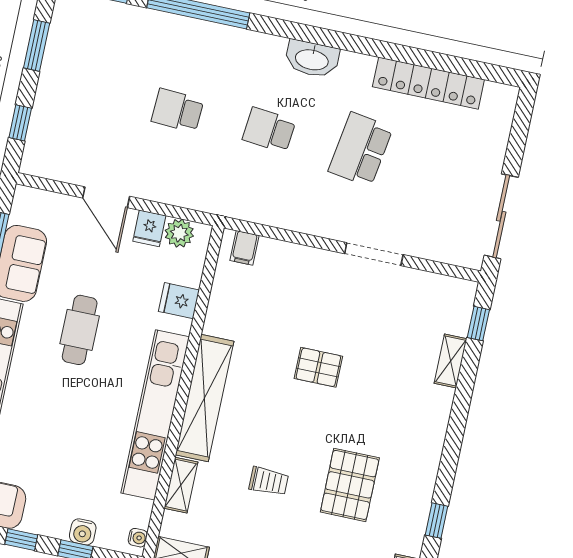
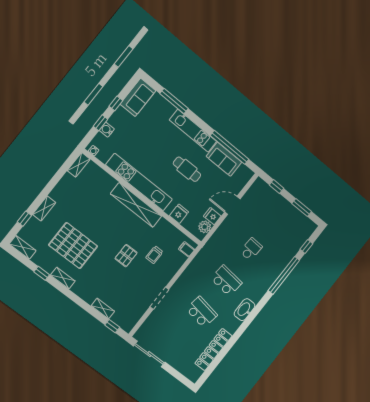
school desk: (269, 130) -> (226, 281), width x1.85
trolley: (269, 481) -> (154, 255), moved
shelving: (181, 485) -> (63, 278), moved
pallet: (350, 485) -> (73, 246), width x1.37, depth x1.41

